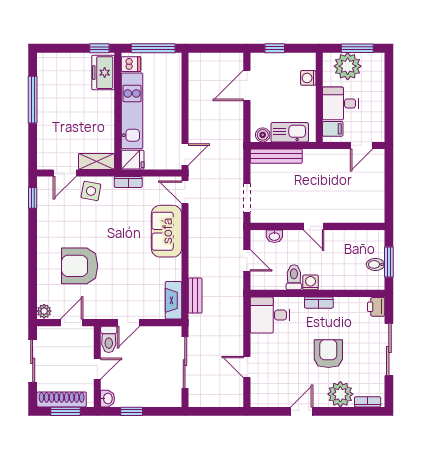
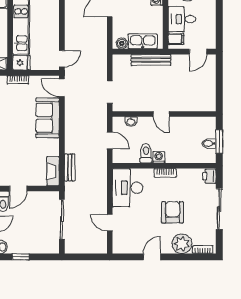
bench: (276, 156) -> (151, 60), moved
desk: (270, 315) -> (127, 188), width x1.37

